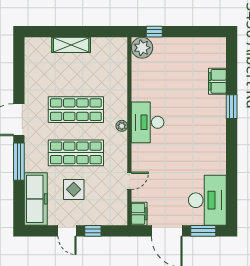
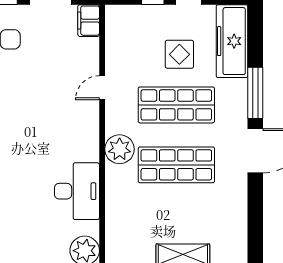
desk: (148, 122) -> (77, 191), moved
plant: (122, 126) -> (120, 149), width x1.88, depth x1.88
door: (129, 181) -> (102, 88), moved

